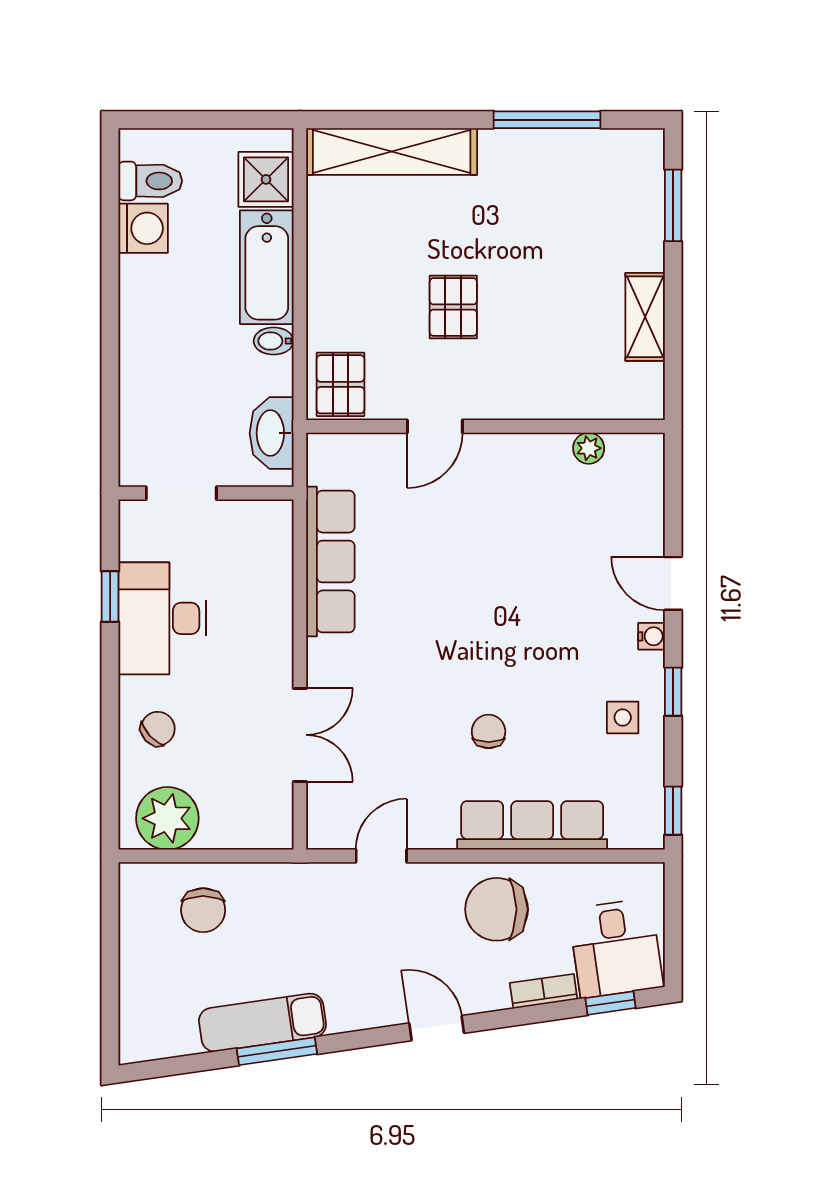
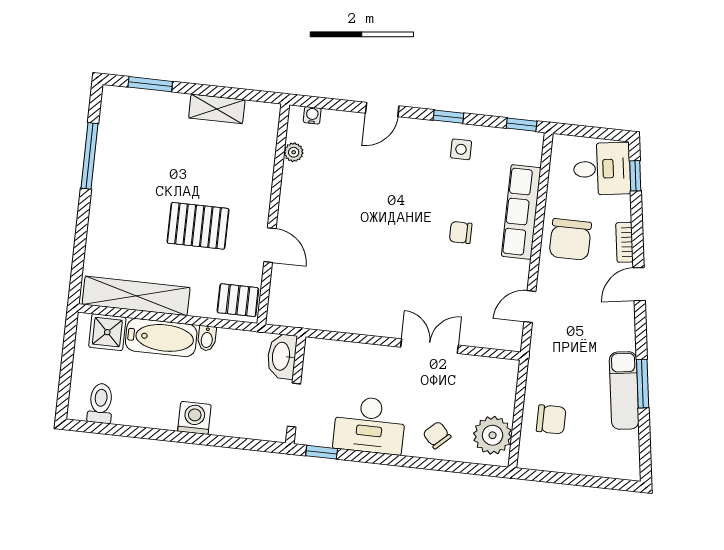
shelving: (392, 151) -> (136, 296), moved, turned 90
washing machine: (143, 228) -> (194, 418), moved
pallet: (453, 307) -> (198, 226), width x1.50, depth x1.42
washbasin: (272, 433) -> (282, 356), moved, turned 90
row of seats: (330, 562) -> (346, 318), removed
window: (110, 596) -> (322, 452), moved
water cooler: (651, 636) -> (312, 115), moved
double door: (300, 735) -> (430, 346), moved
door: (381, 856) -> (530, 307), hinge flipped
bookcase: (544, 991) -> (625, 242), moved

